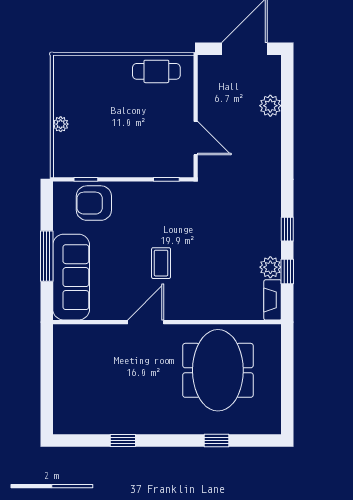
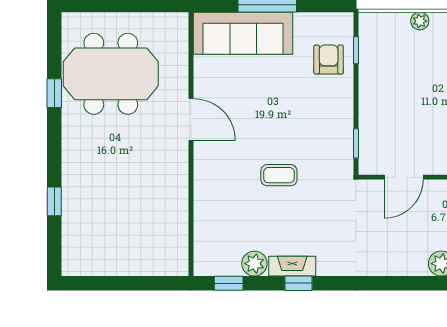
armchair: (94, 203) -> (329, 60), width x0.72, depth x0.72
coffee table: (161, 263) -> (279, 175), moved
window: (287, 272) -> (229, 283), moved
fireplace: (273, 300) -> (292, 266), moved
meeting table: (218, 370) -> (111, 74), moved

